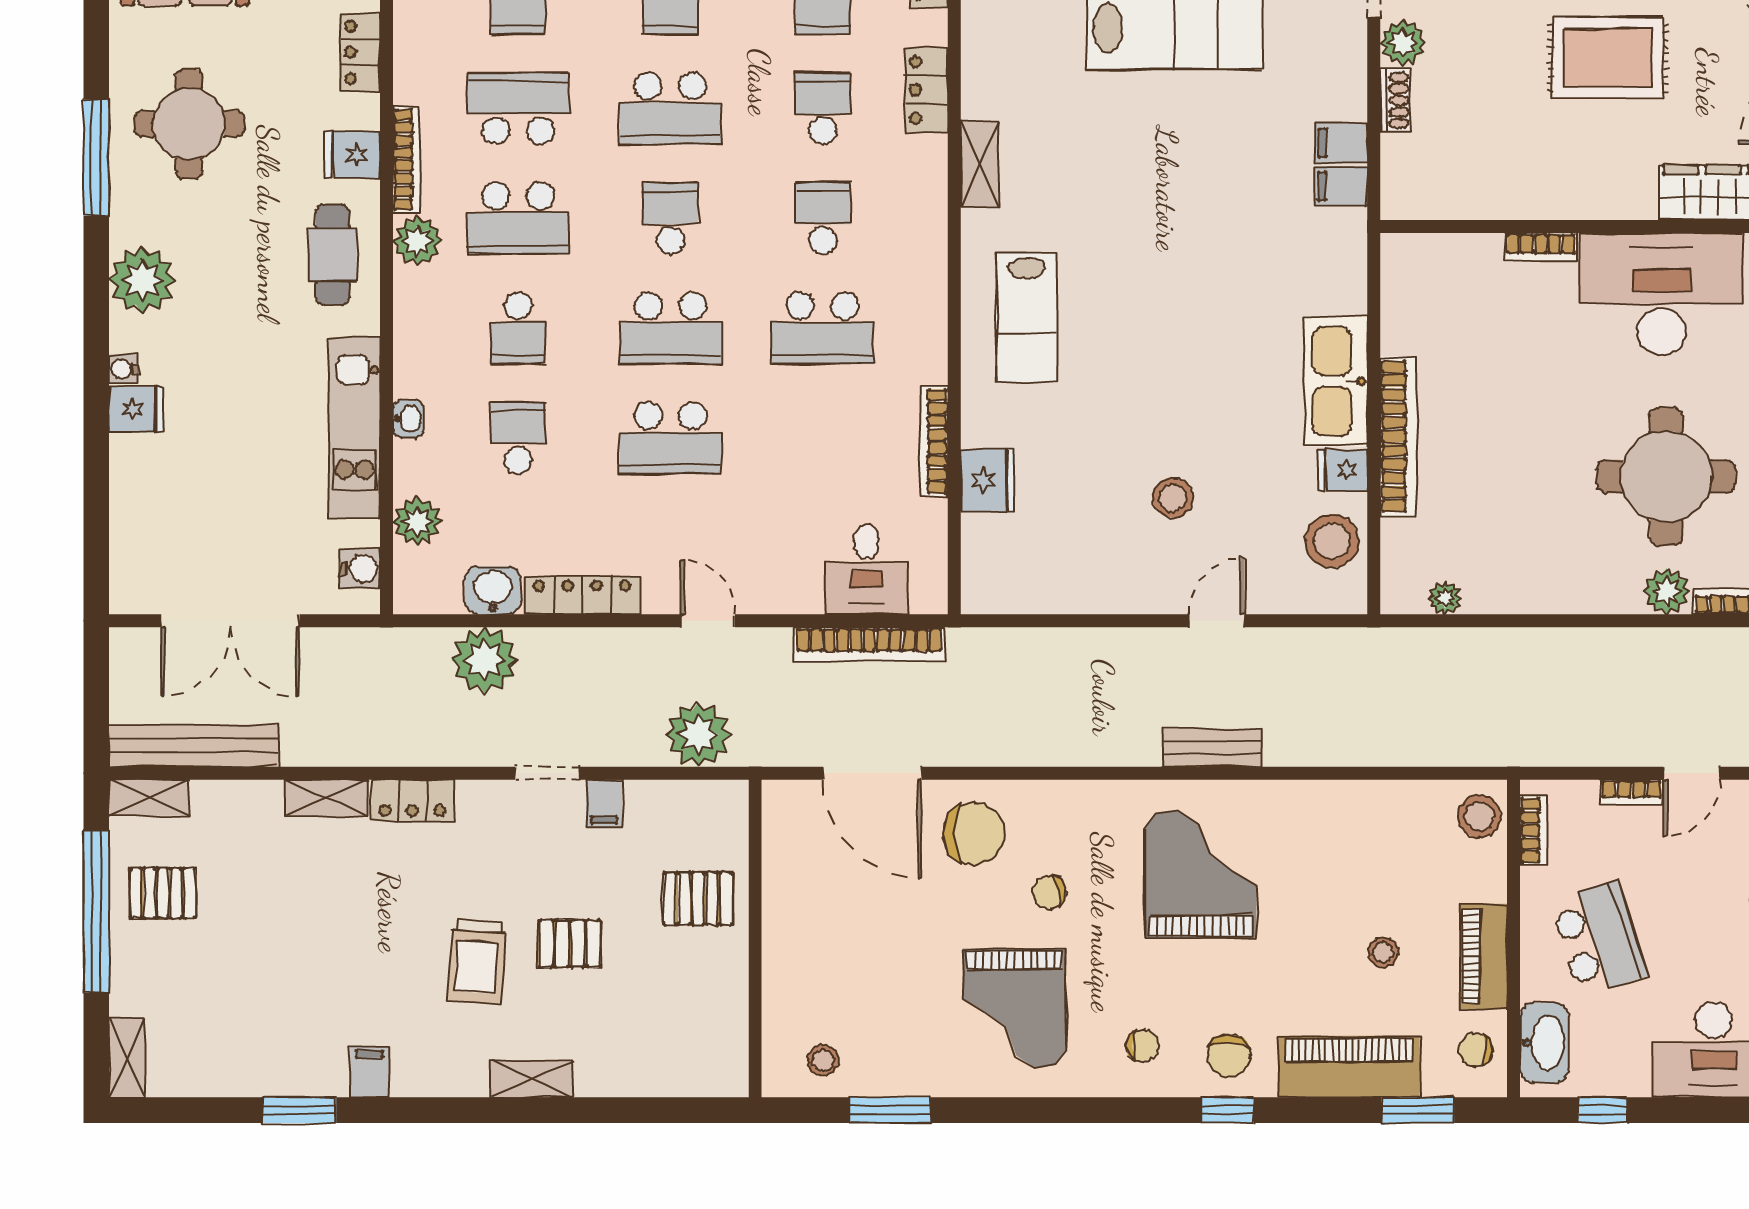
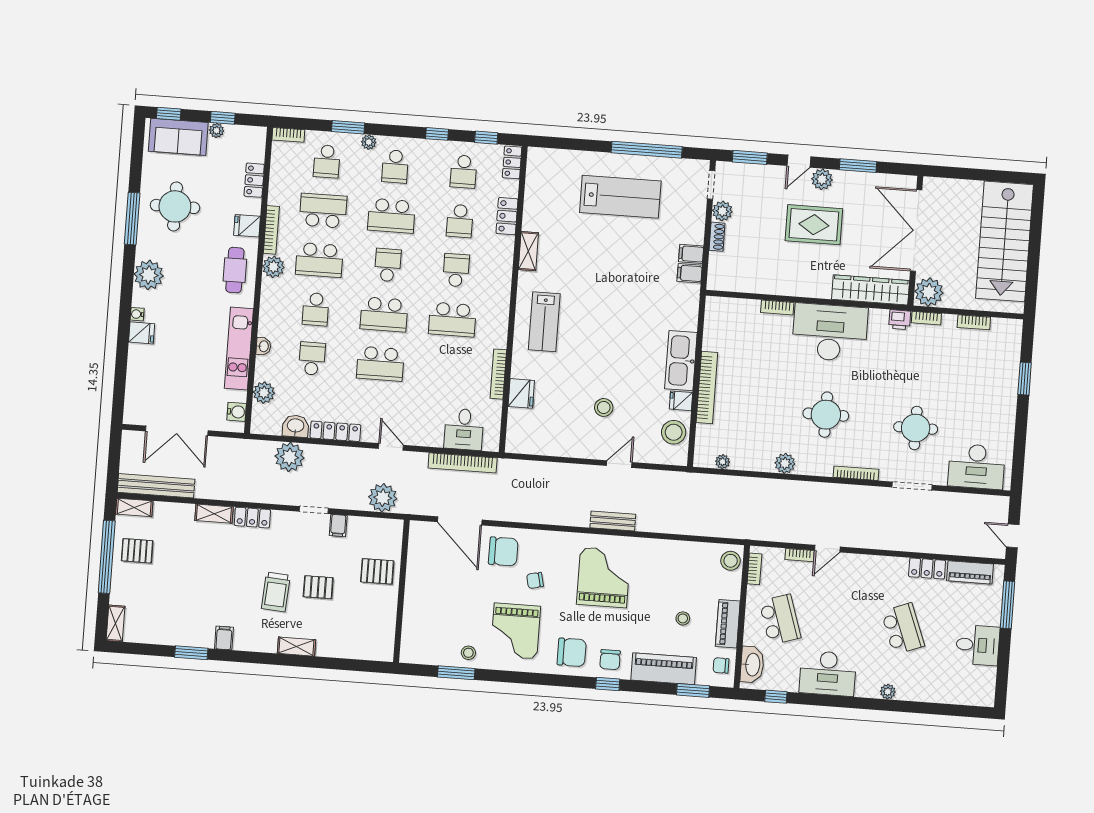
school desk: (823, 108) -> (460, 221), turned 180
round table: (1666, 477) -> (826, 415), width x0.73, depth x0.73
plant: (1667, 591) -> (785, 463), moved
chair: (1142, 1046) -> (572, 652), width x1.87, depth x1.87
stool: (823, 1060) -> (468, 653), moved

